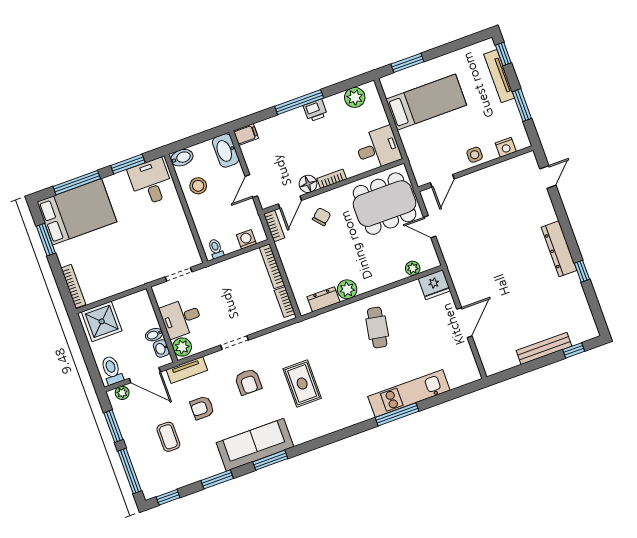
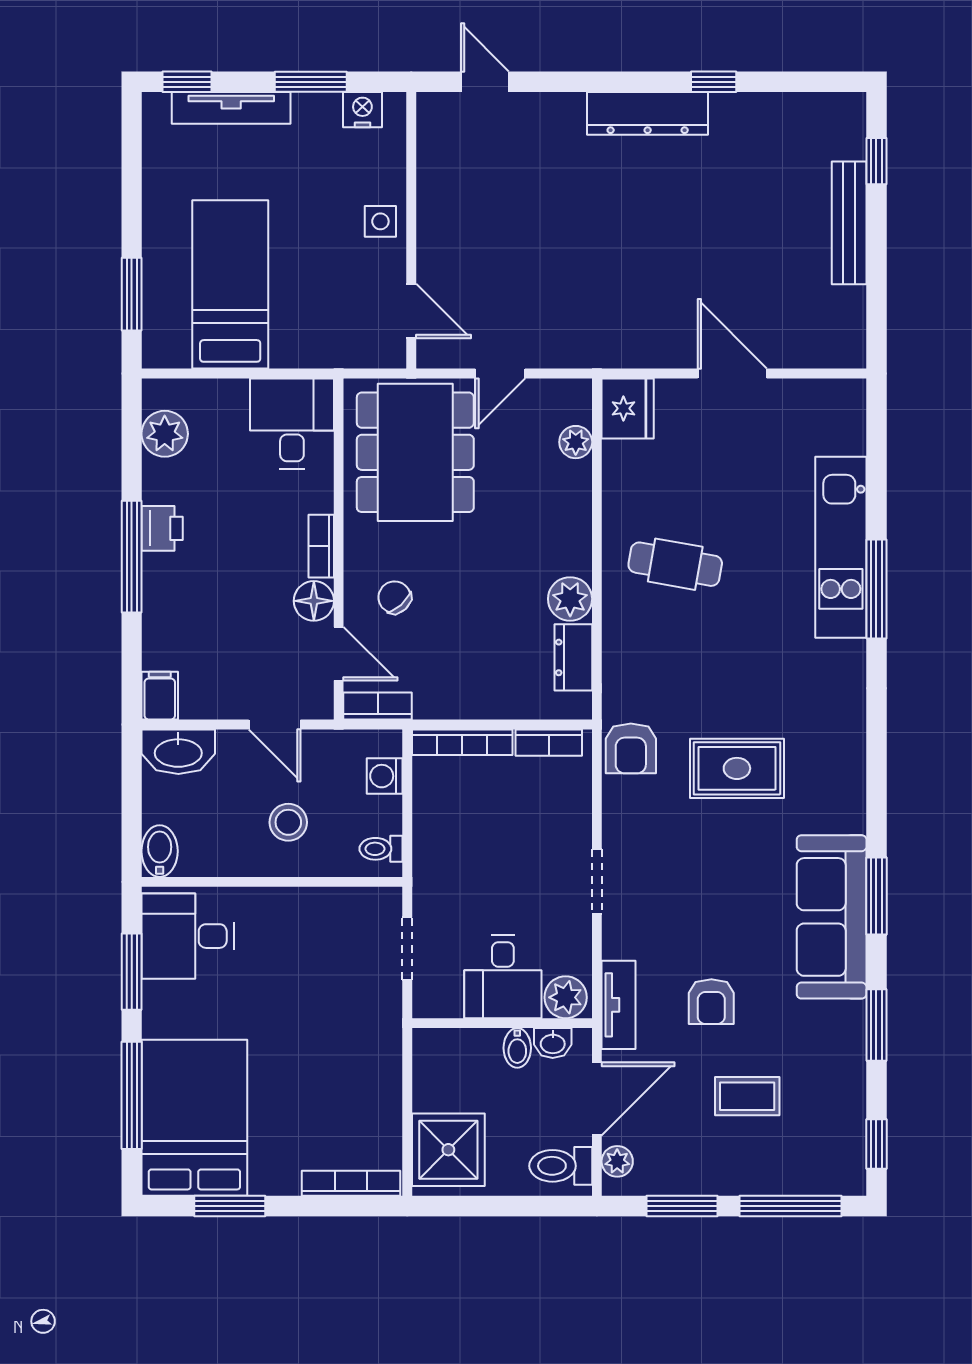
nightstand: (506, 147) -> (362, 110), moved, turned -90
stool: (198, 186) -> (288, 822), moved
armchair: (248, 382) -> (631, 748), moved, turned 90

